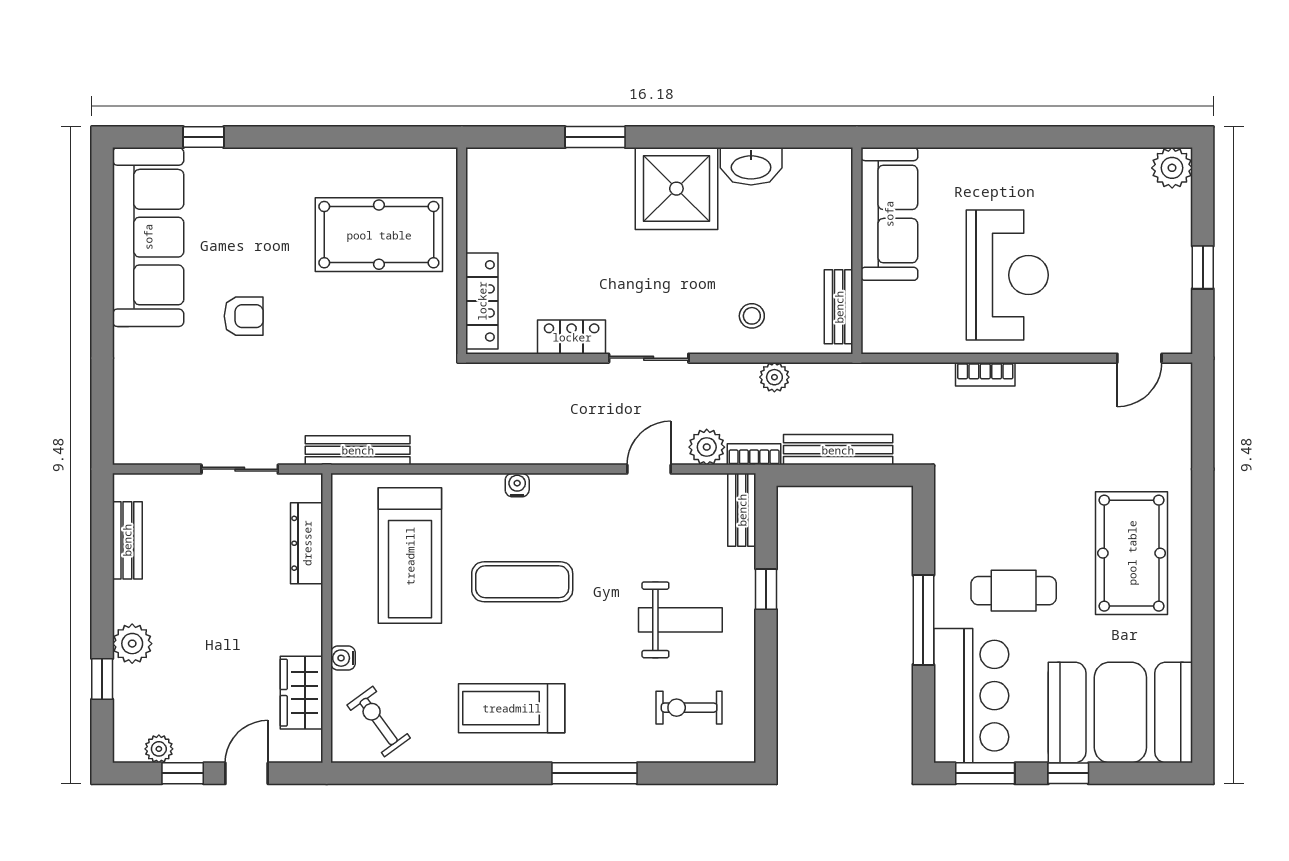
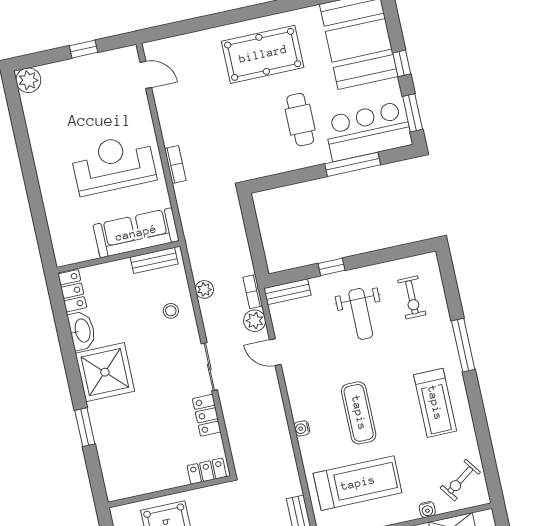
locker: (819, 165) -> (72, 291), added
sofa: (889, 214) -> (136, 233), moved
locker: (482, 301) -> (207, 471), width x0.66
bench: (838, 450) -> (239, 242), removed
weight bench: (680, 620) -> (361, 314), turned 180
window: (923, 620) -> (353, 164), moved

